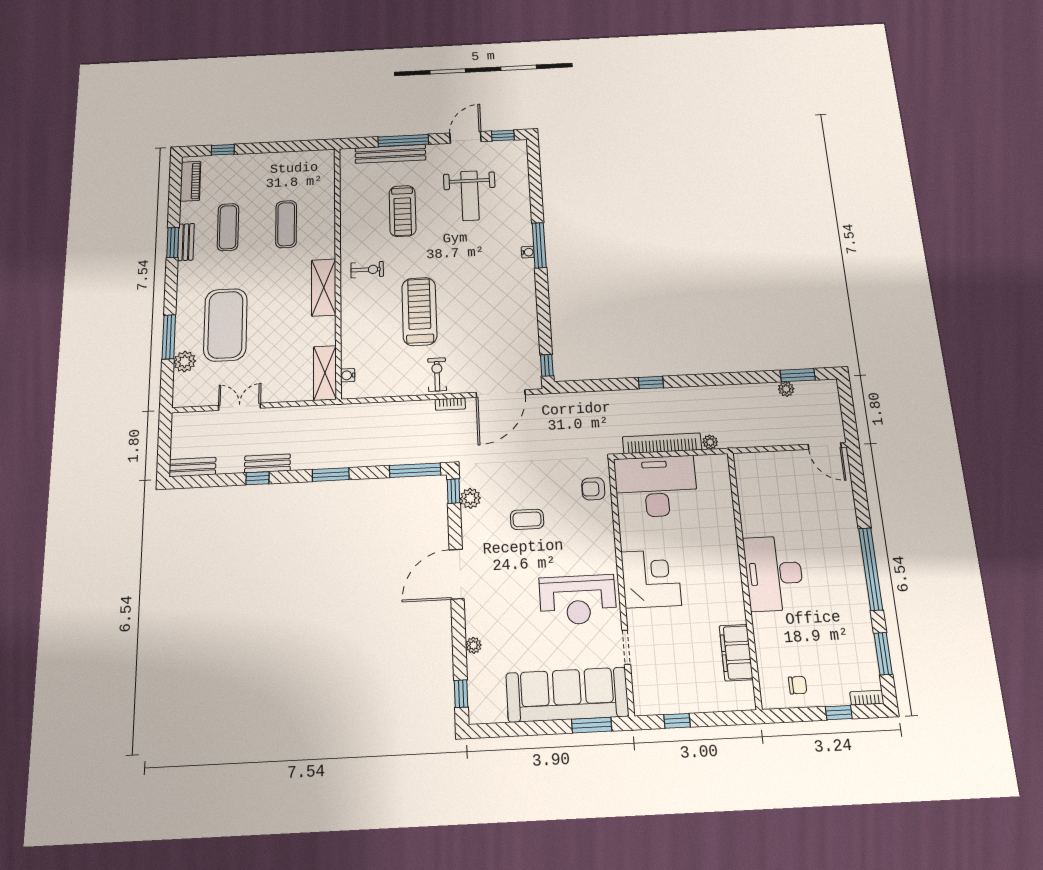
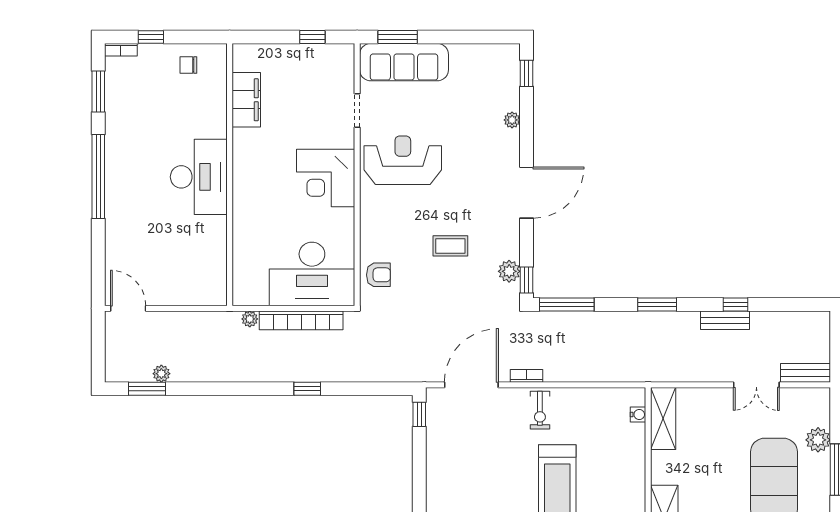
bench: (192, 467) -> (806, 373), moved
sofa: (567, 695) -> (404, 62), width x0.74, depth x0.79

